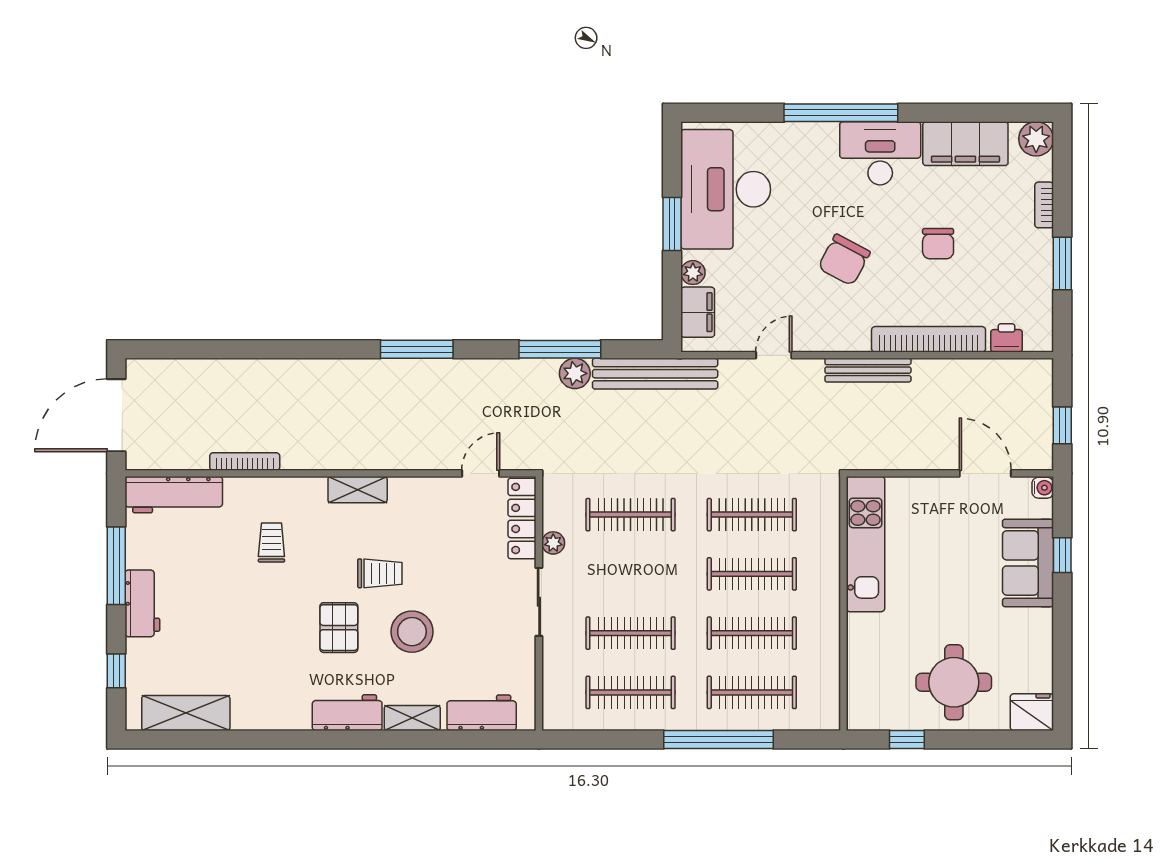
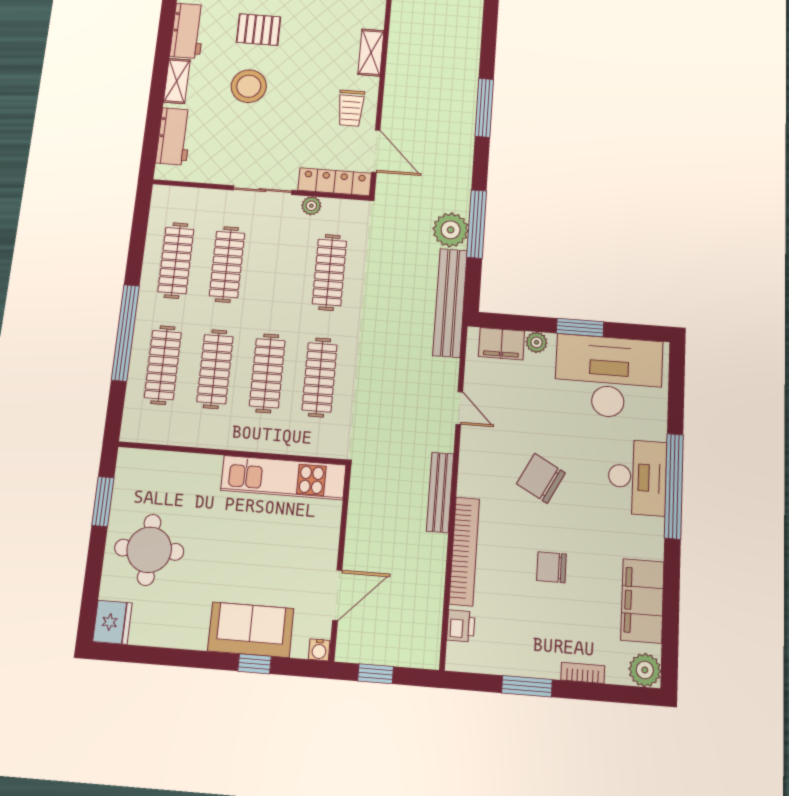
desk: (880, 153) -> (637, 477), moved
plant: (575, 373) -> (451, 230), width x1.36, depth x1.36
door: (481, 473) -> (376, 151), width x1.38
trolley: (380, 573) -> (351, 108), moved
window: (907, 740) -> (103, 502), width x1.50

